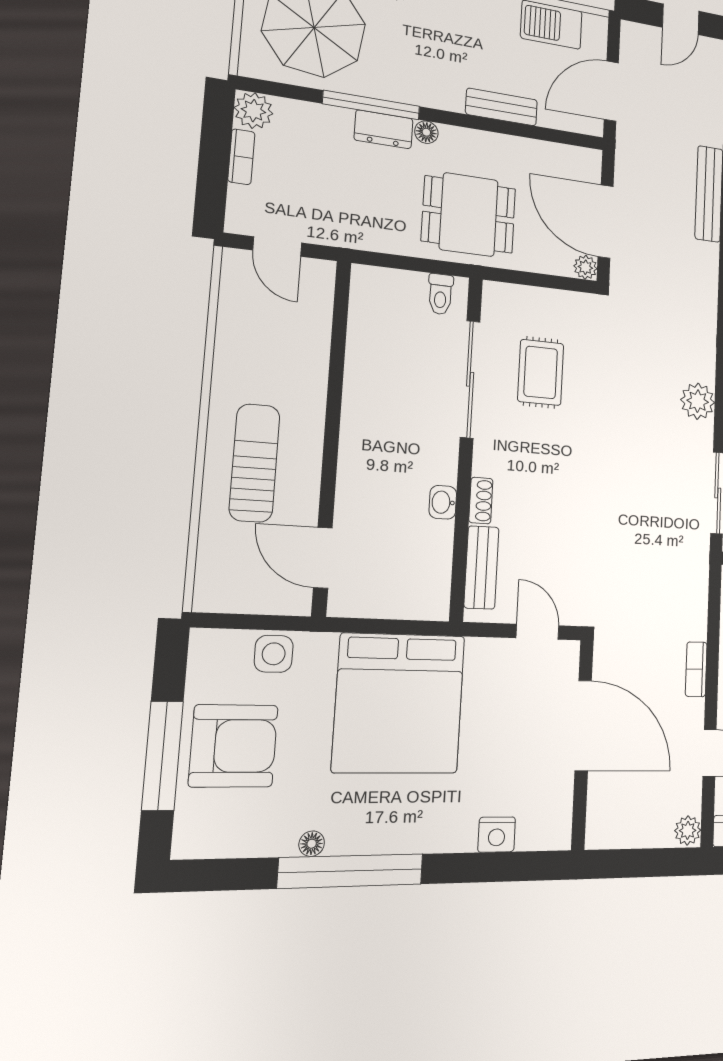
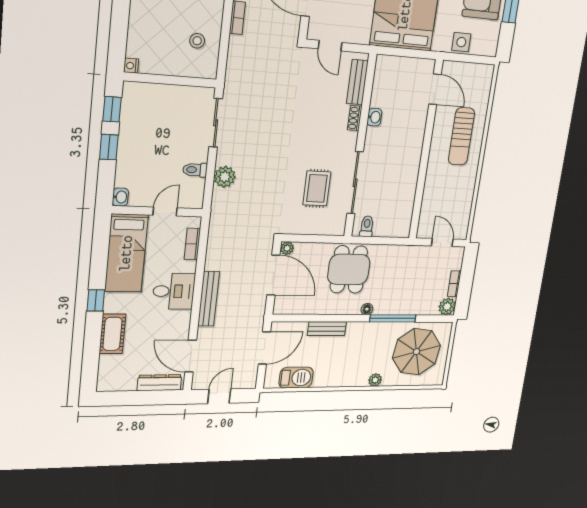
dresser: (384, 129) -> (388, 307), removed
dining table: (469, 215) -> (349, 269), turned 90

